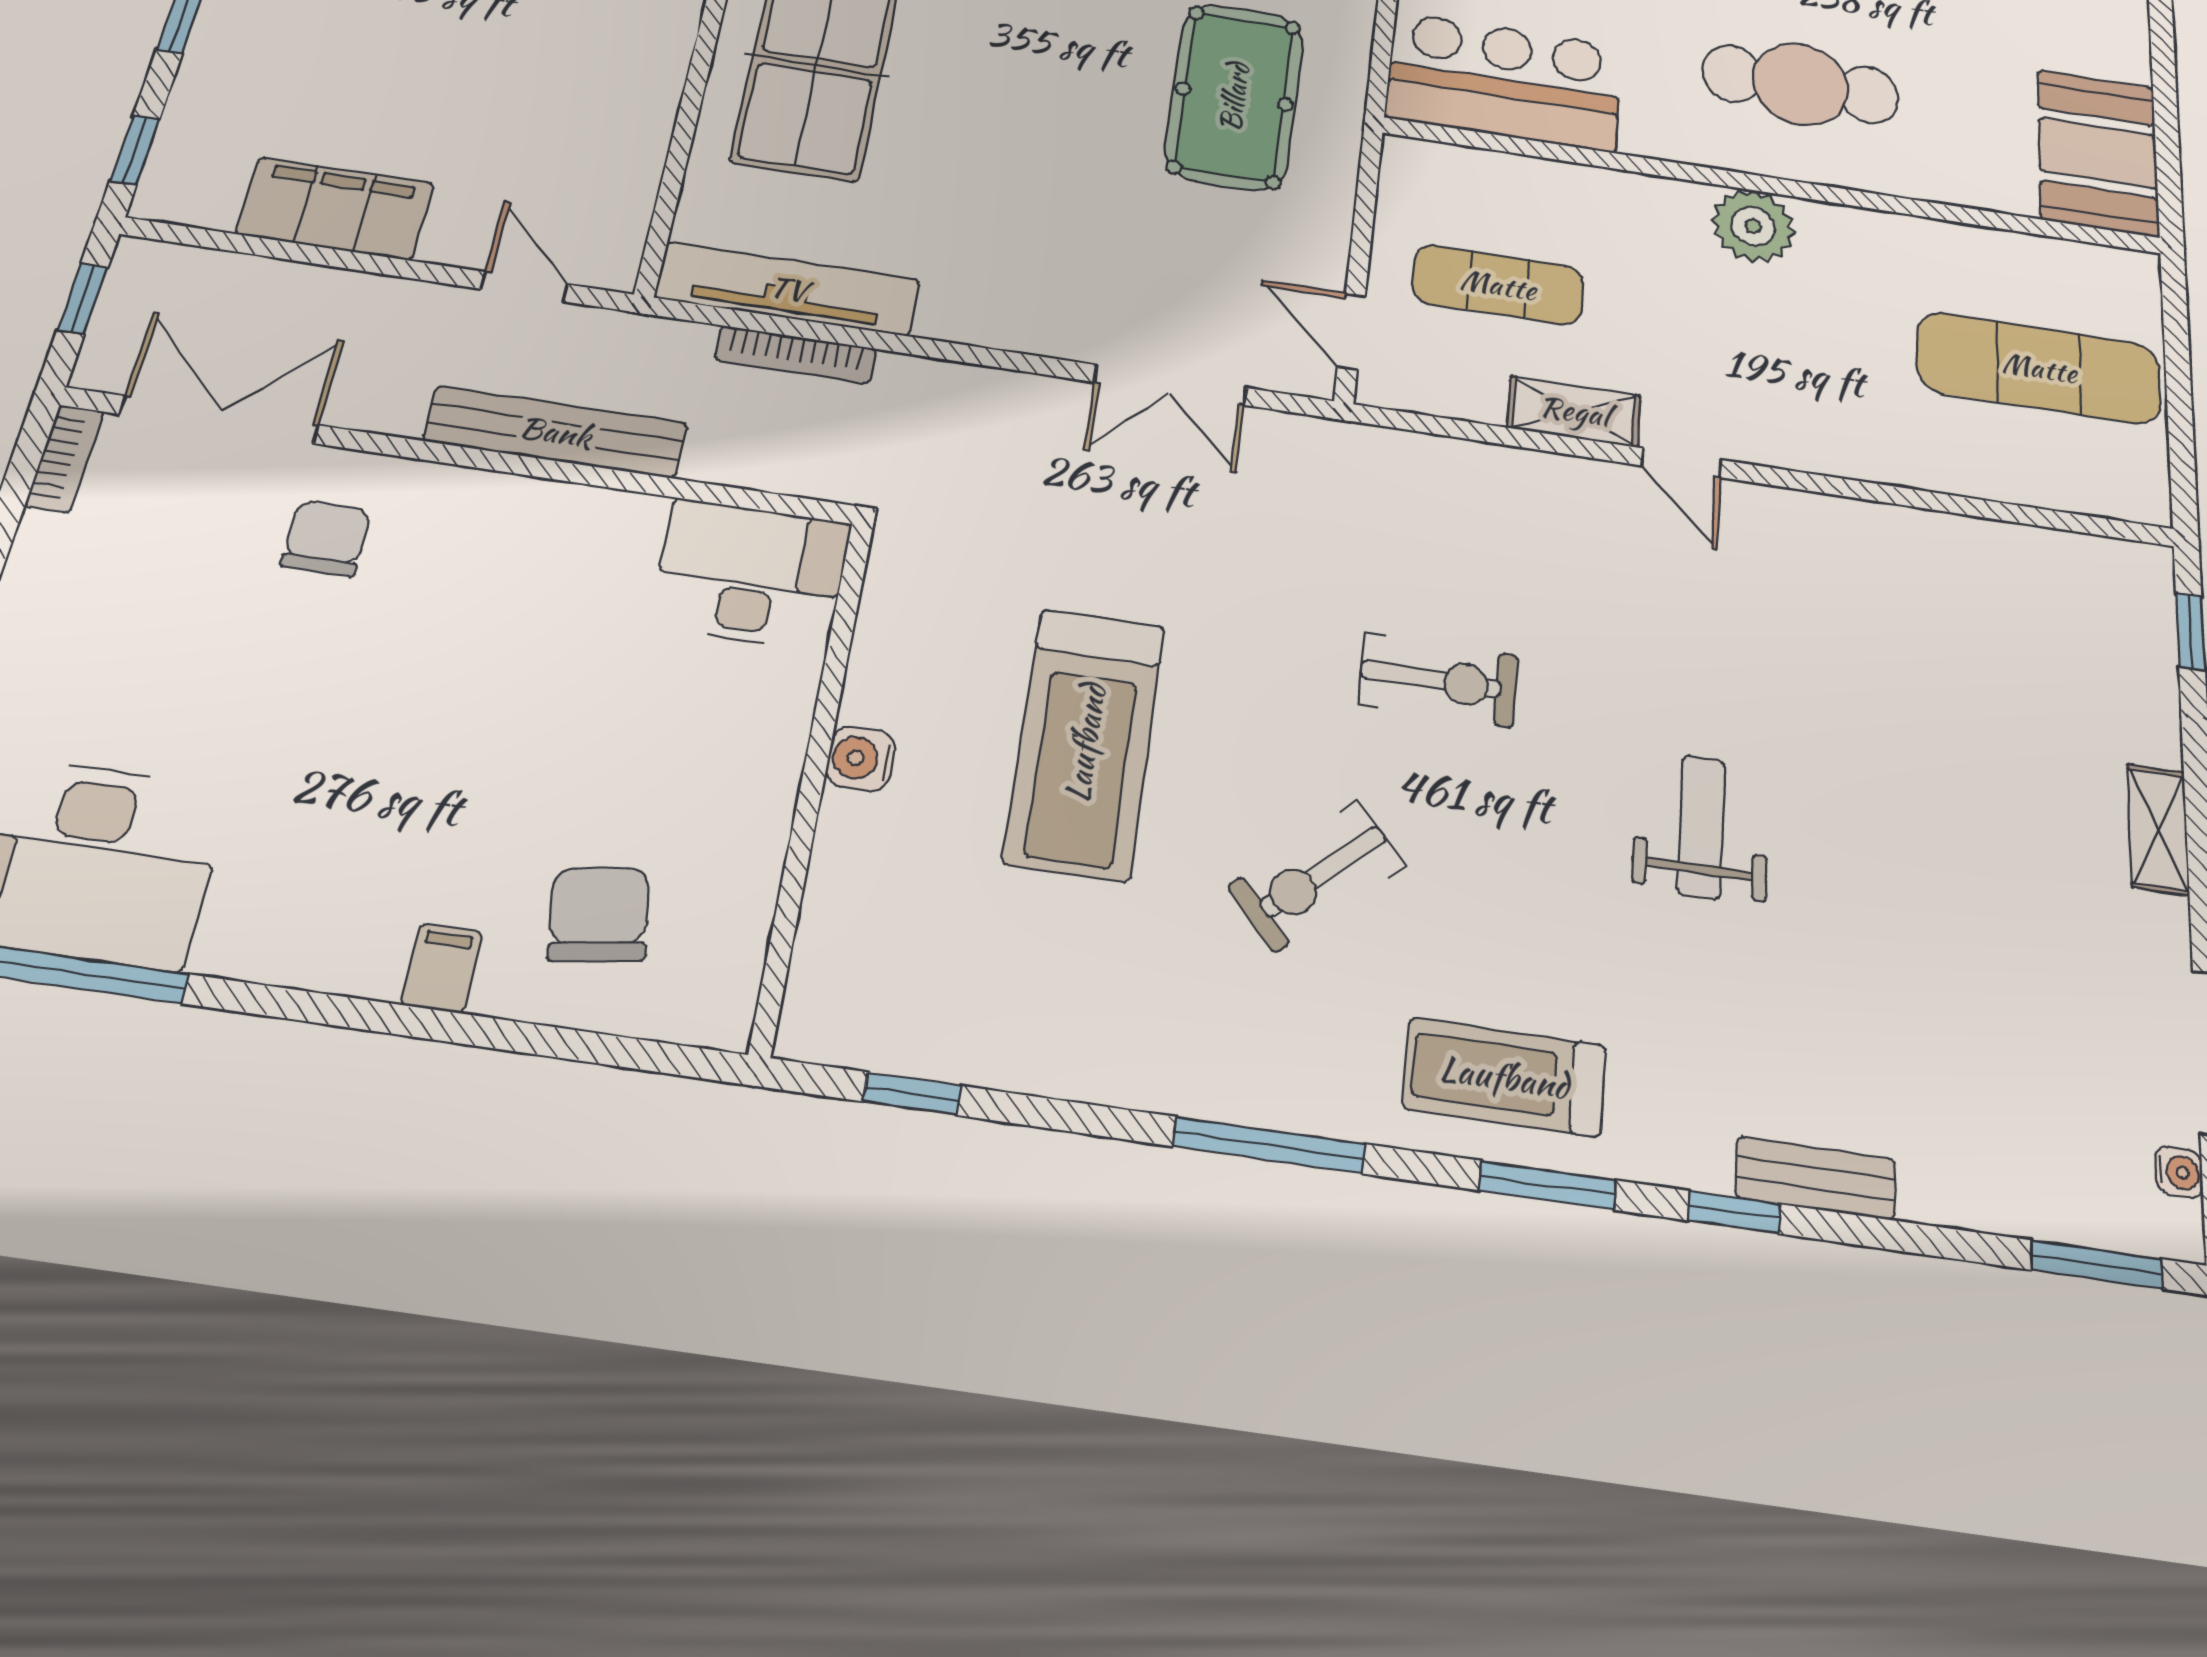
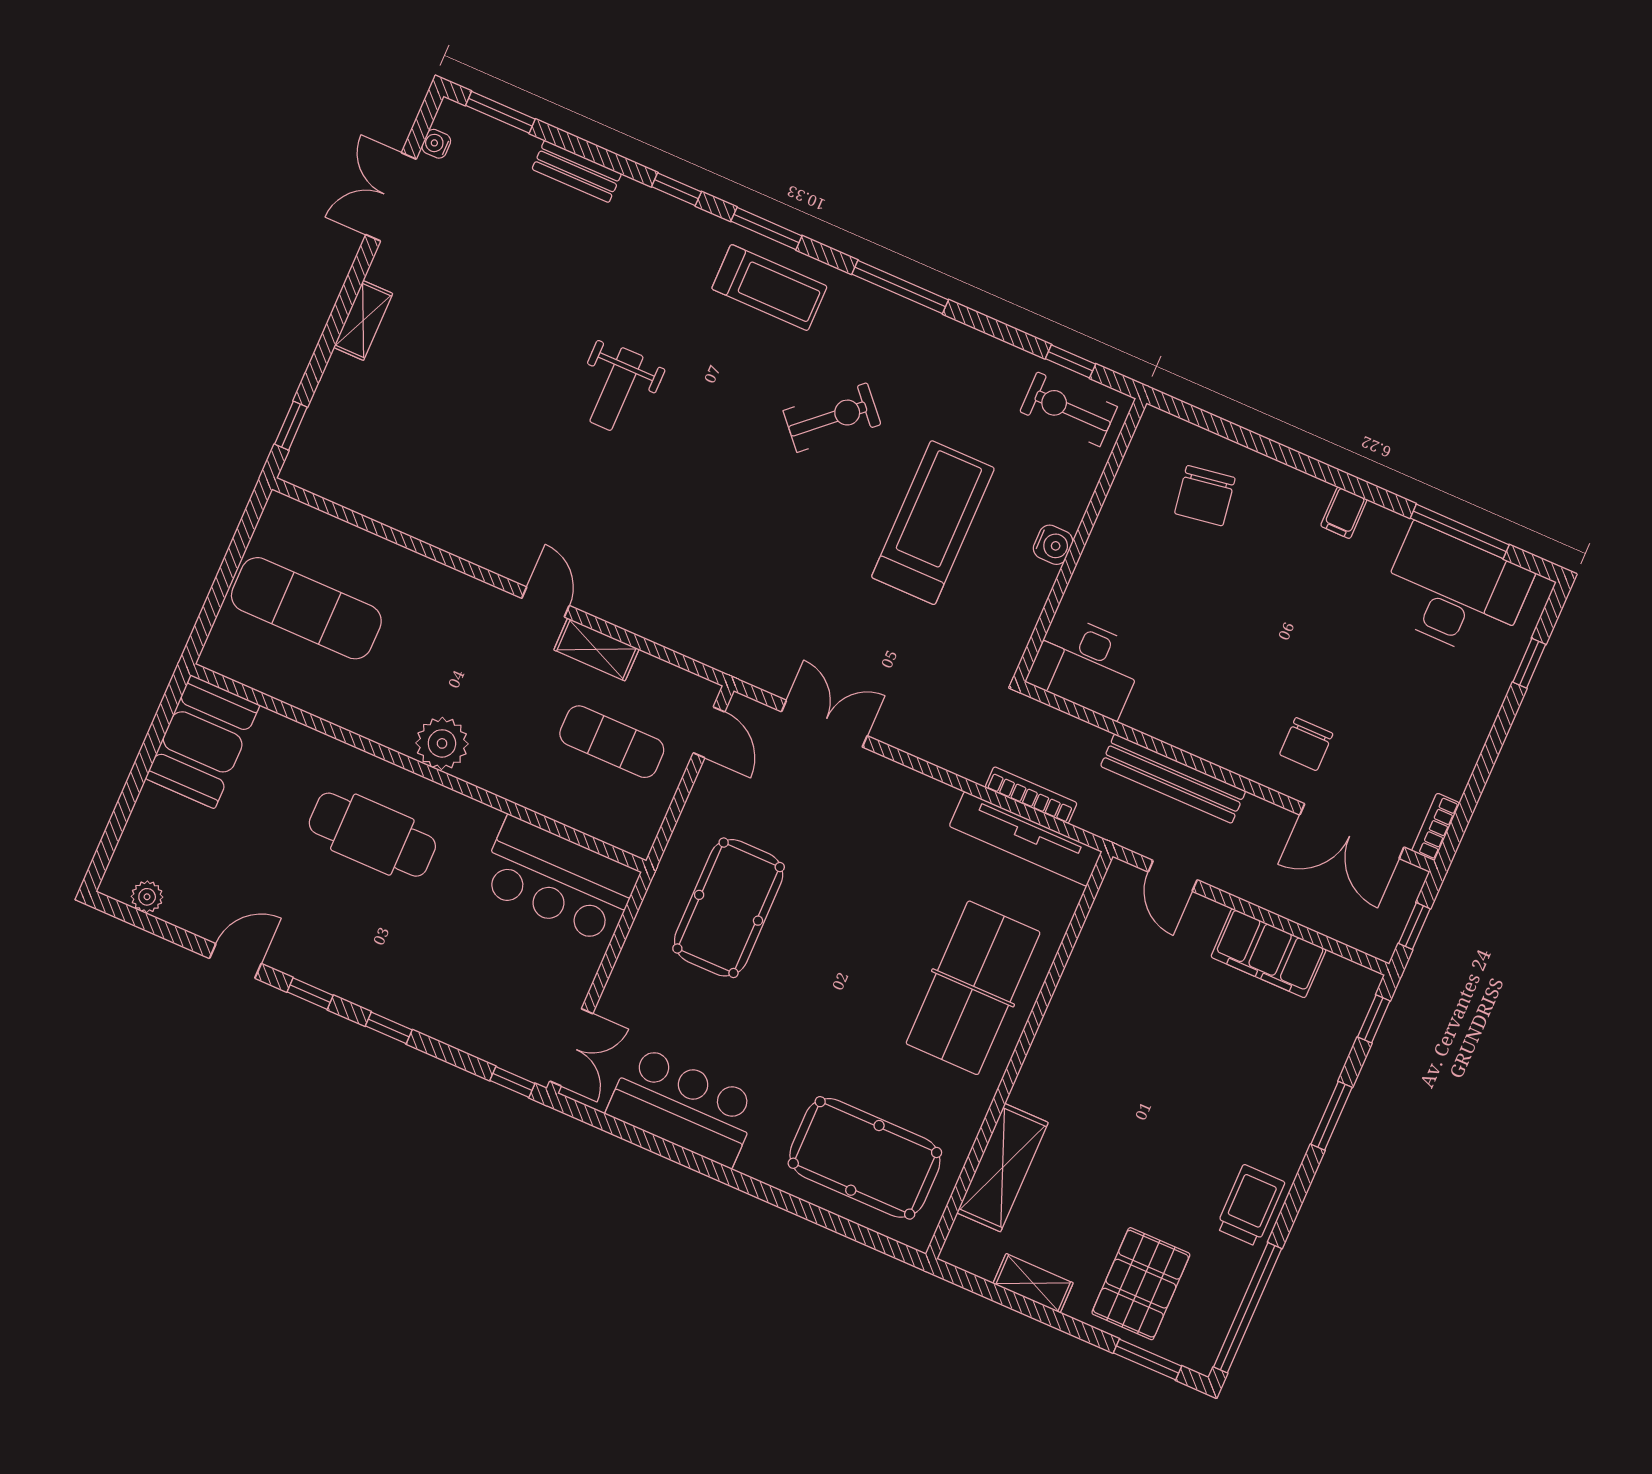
exercise bike: (1438, 680) -> (1069, 409), moved
filing cabinet: (442, 968) -> (1344, 513), moved
bench: (1815, 1178) -> (577, 171), moved

